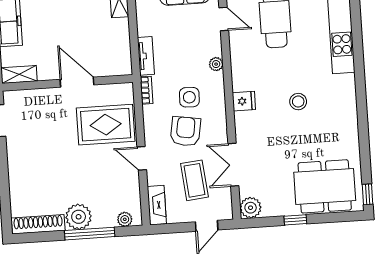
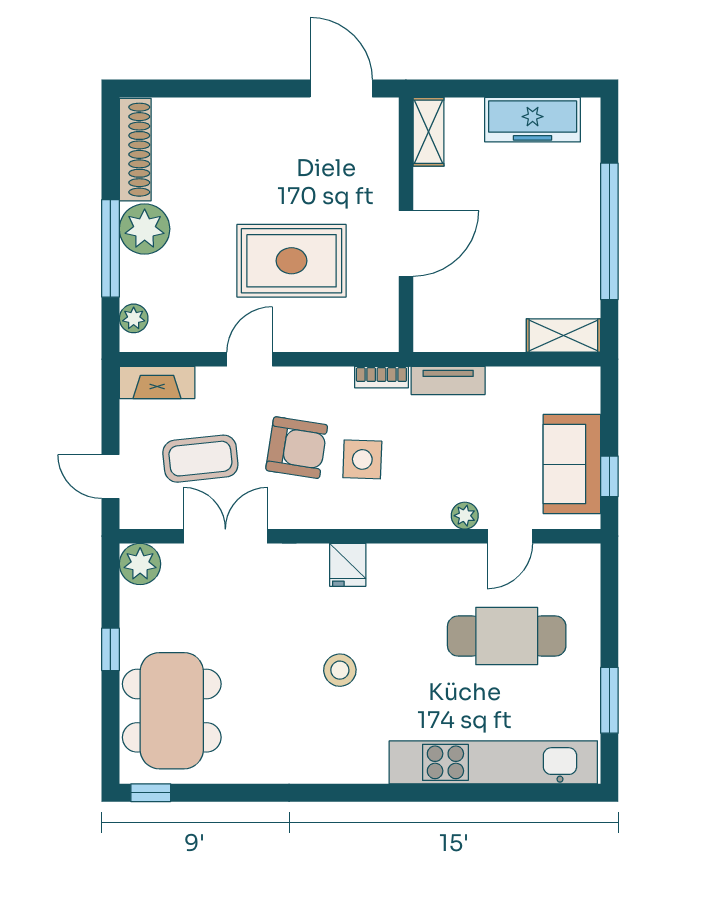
plant: (216, 64) -> (465, 516), moved
rug: (106, 125) -> (291, 261), moved, turned 90

